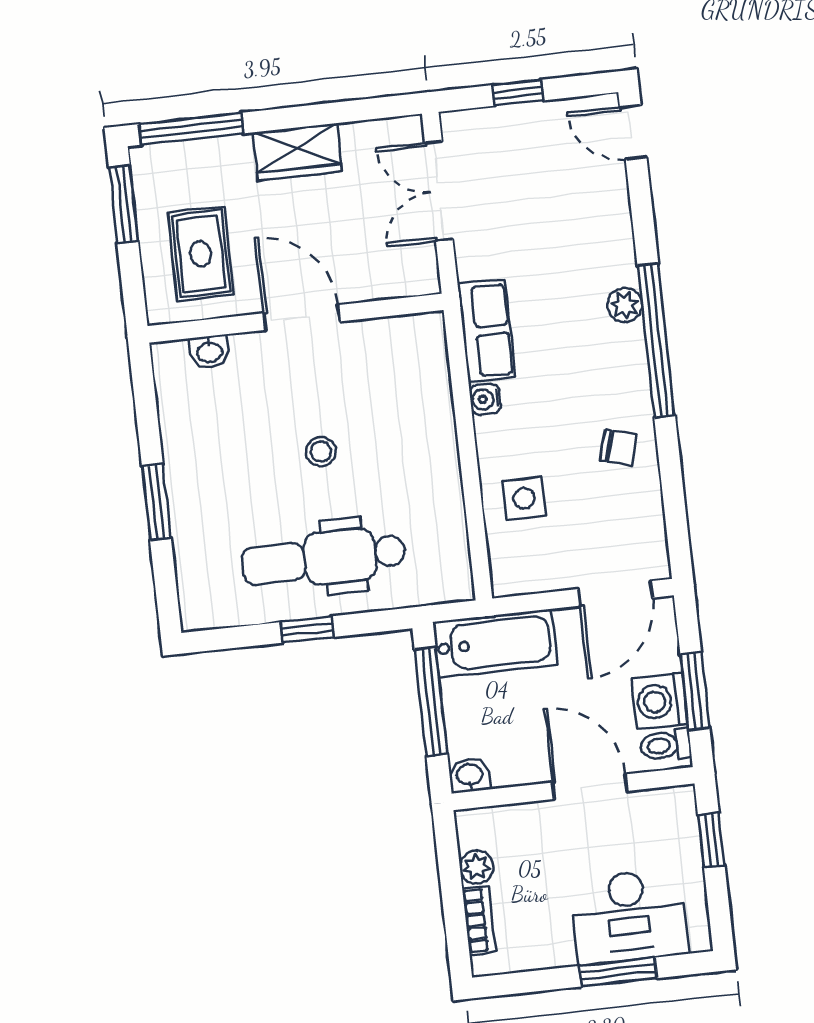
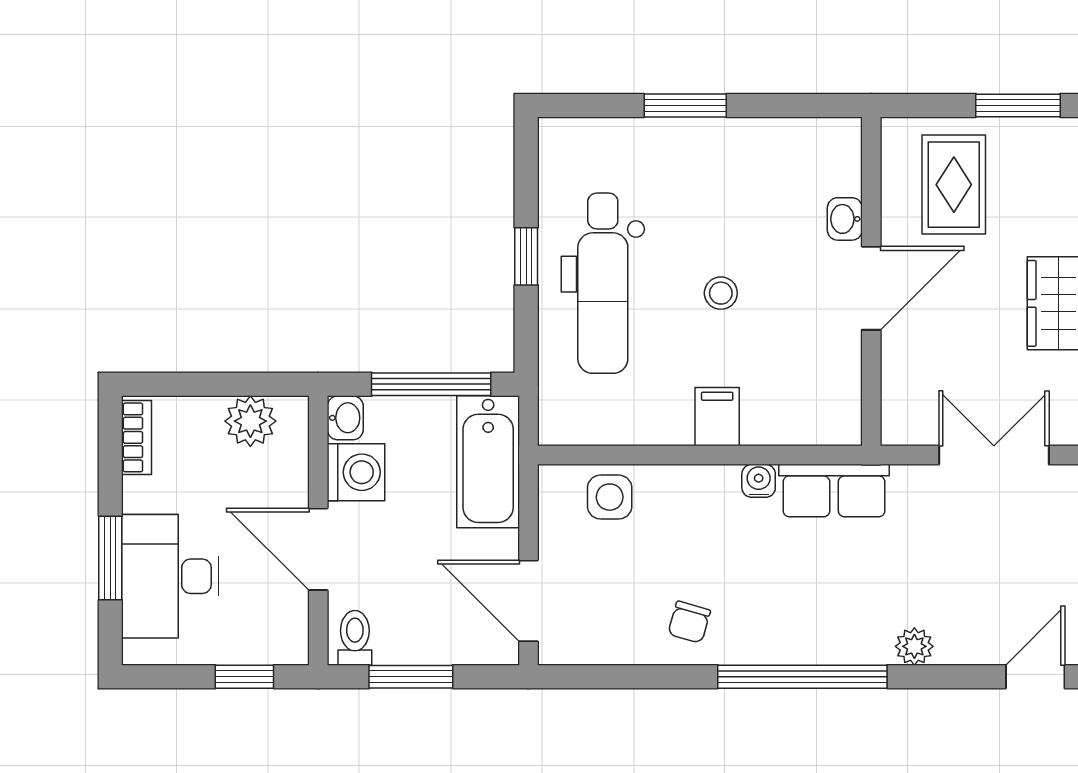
rug: (201, 254) -> (954, 185), turned 90
plant: (625, 305) -> (914, 646), moved
washbasin: (209, 352) -> (845, 219), moved
filing cabinet: (432, 443) -> (717, 417), added
side table: (524, 498) -> (610, 497), moved
dental chair: (324, 558) -> (603, 283), turned 180
washing machine: (660, 701) -> (356, 472), moved, turned 90
door: (590, 787) -> (318, 549), swing flipped
plant: (476, 867) -> (250, 421), width x1.38, depth x1.38
bookcase: (479, 920) -> (137, 437), moved, turned -90

